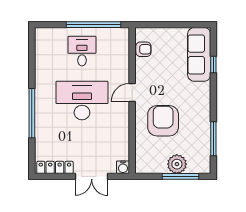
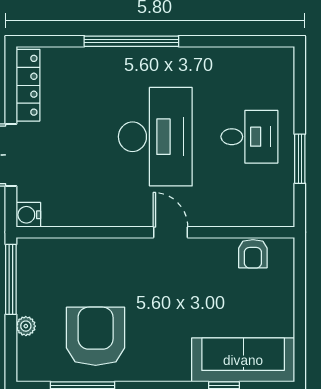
window: (94, 25) -> (300, 159), width x0.47
armchair: (163, 121) -> (96, 336), moved, turned -90
plant: (177, 164) -> (26, 326), width x0.53, depth x0.53
window: (180, 176) -> (11, 279), moved

